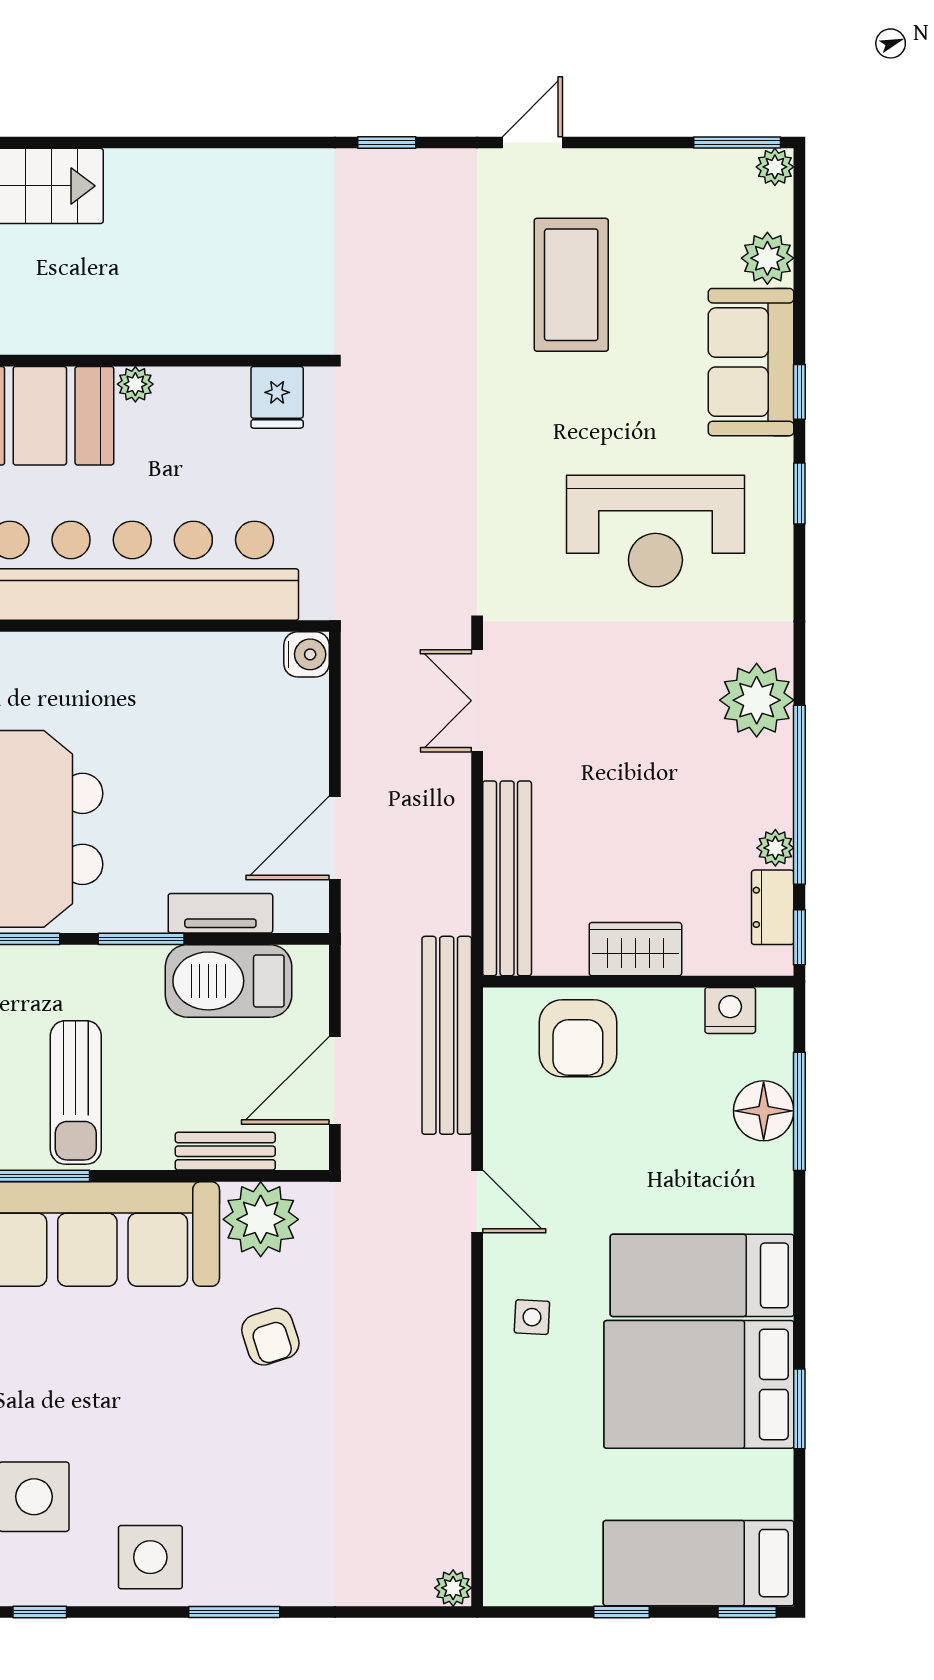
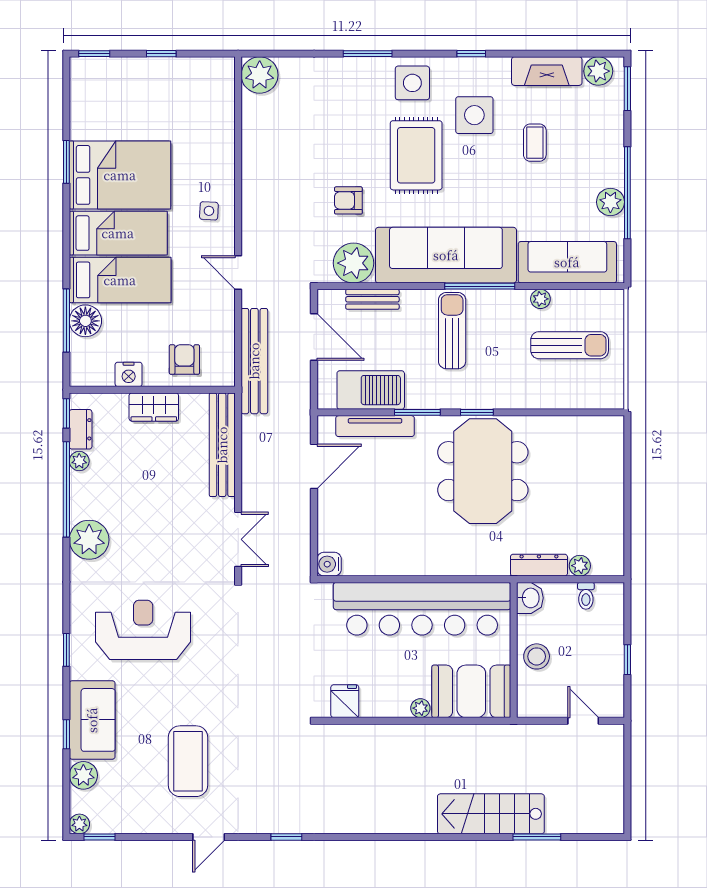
window: (737, 143) -> (100, 837), width x0.67
window: (799, 392) -> (66, 734), moved
tv unit: (220, 913) -> (375, 426), width x1.41
nightstand: (730, 1010) -> (129, 374), moved
armchair: (578, 1038) -> (184, 360), width x0.72, depth x0.72
door: (335, 1080) -> (314, 337), hinge flipped
armchair: (270, 1337) -> (348, 200), turned -72
rug: (143, 1421) -> (416, 155), added
bed: (699, 1563) -> (120, 280), moved
plant: (453, 1588) -> (260, 75), width x1.87, depth x1.87

